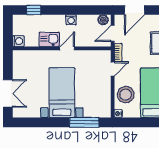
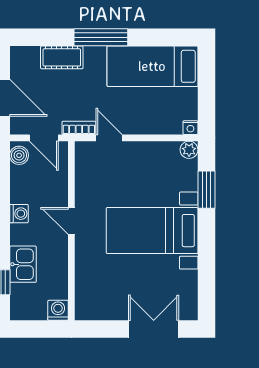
kitchen sink: (49, 39) -> (23, 264), moved, turned 180
stool: (126, 95) -> (156, 114), removed
plant: (106, 113) -> (189, 150), added
window: (84, 122) -> (206, 190), width x0.69

